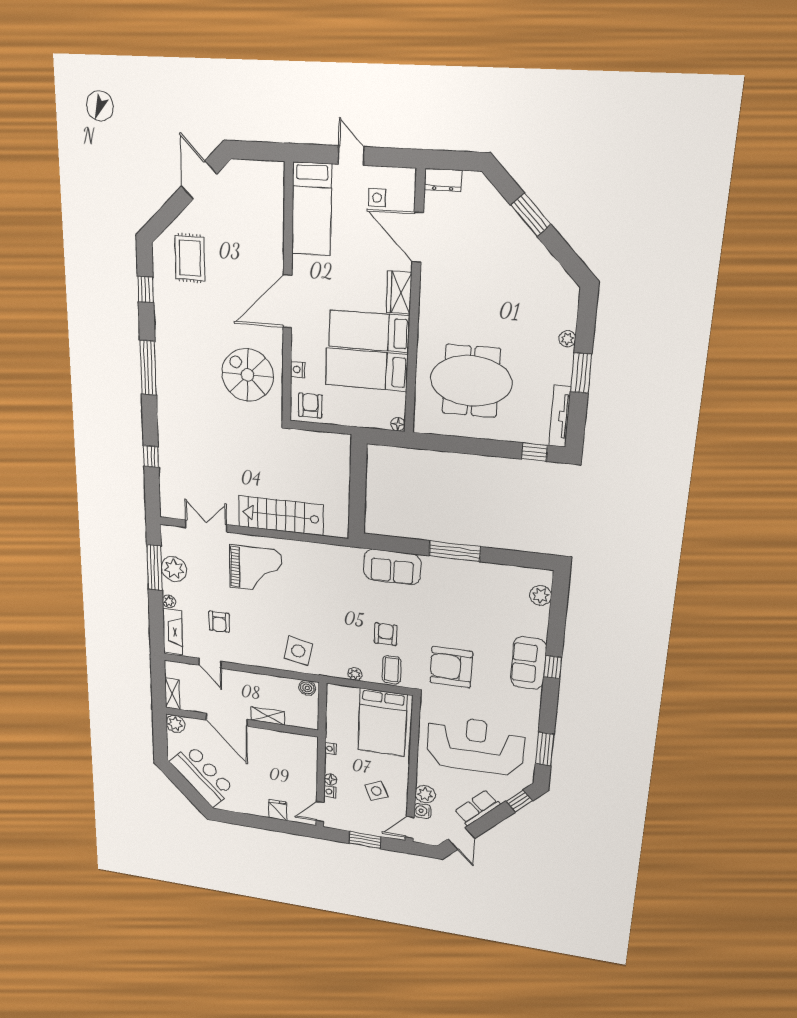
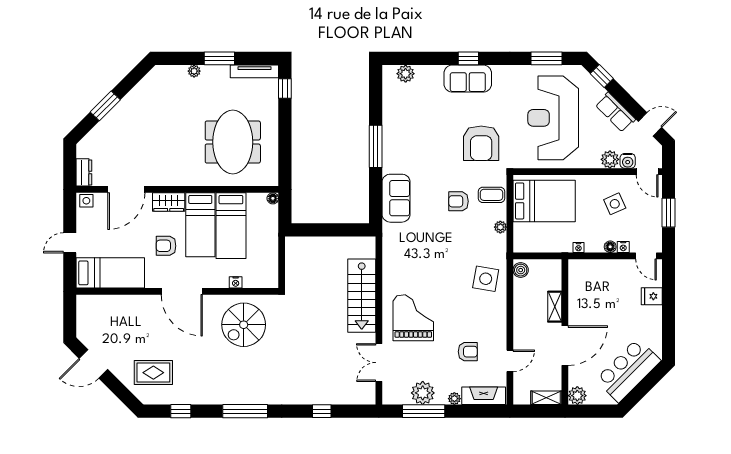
side table: (377, 198) -> (86, 201), moved
armchair: (310, 406) -> (166, 246), moved

